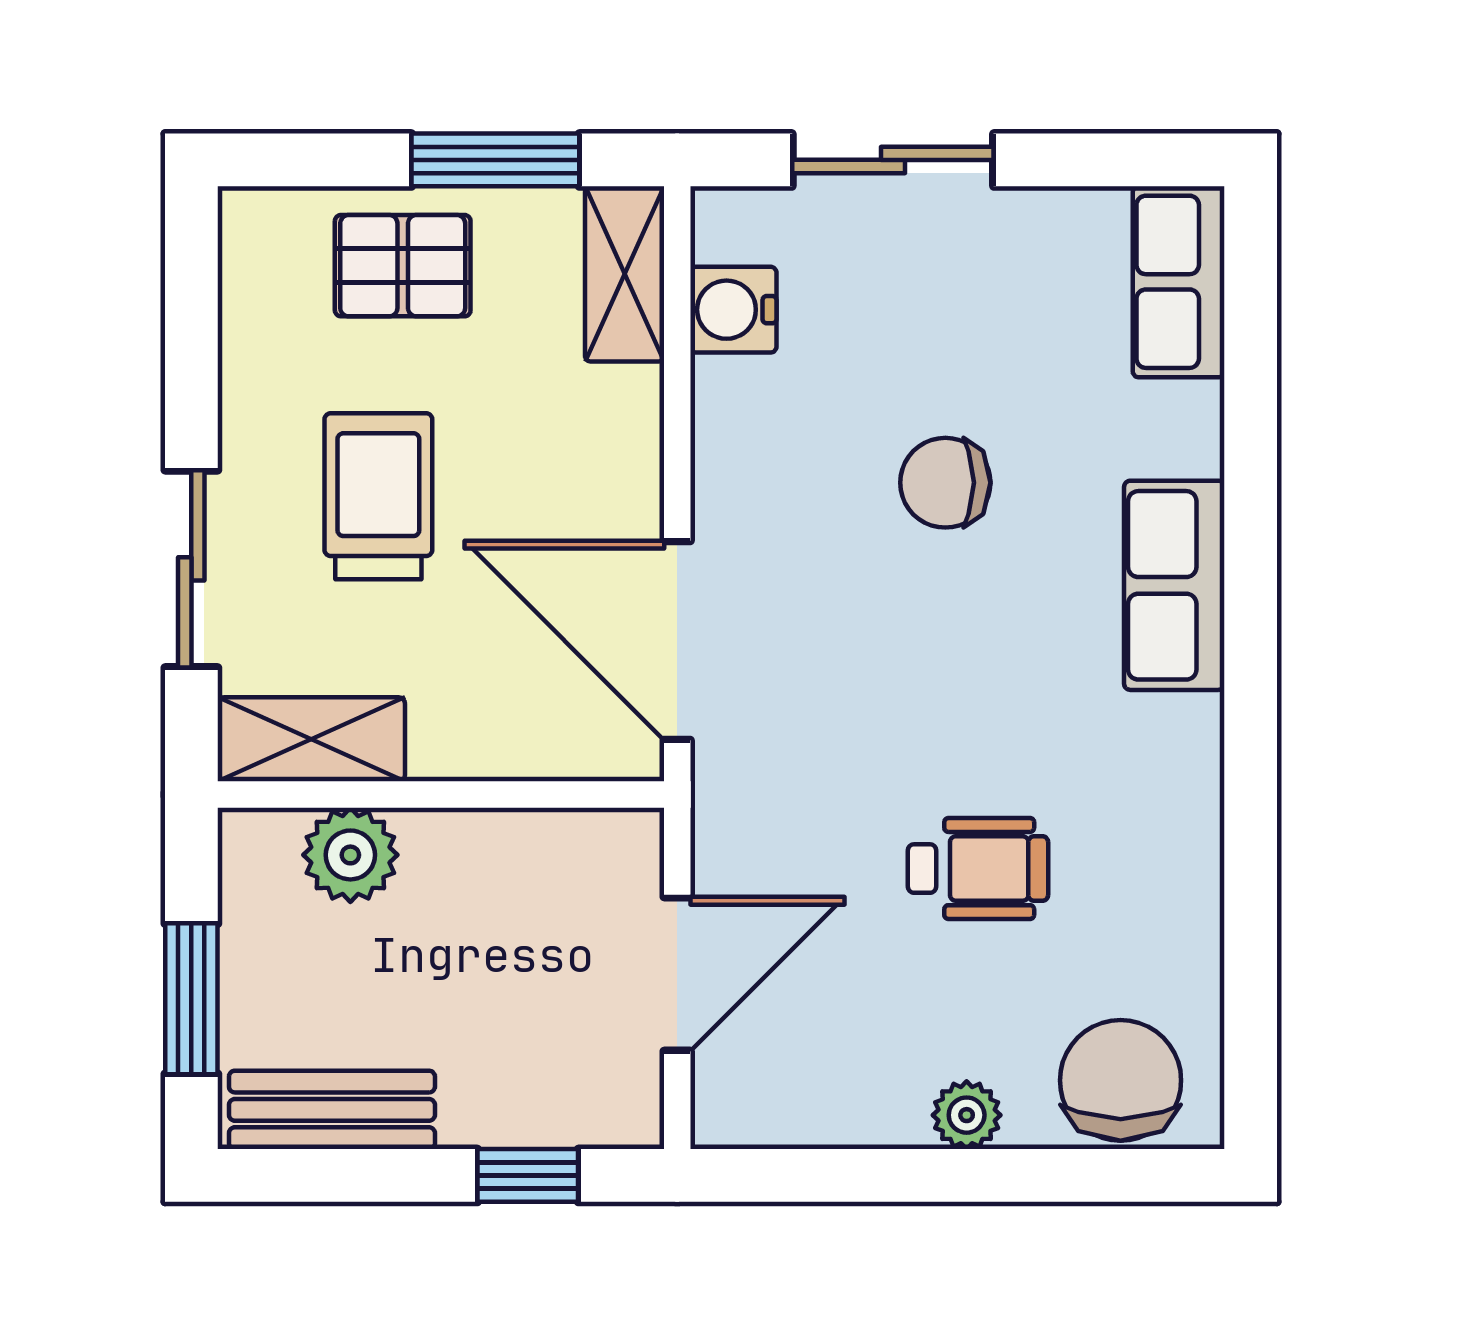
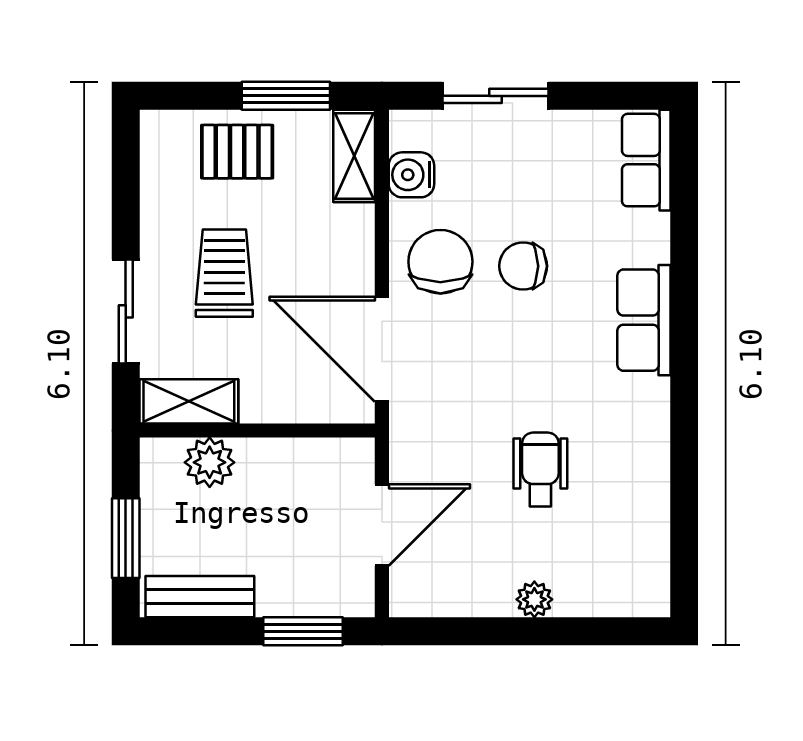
wheelchair: (978, 869) -> (540, 469), turned -90
chair: (1121, 1080) -> (440, 262), moved
window: (528, 1175) -> (303, 631), width x1.50

